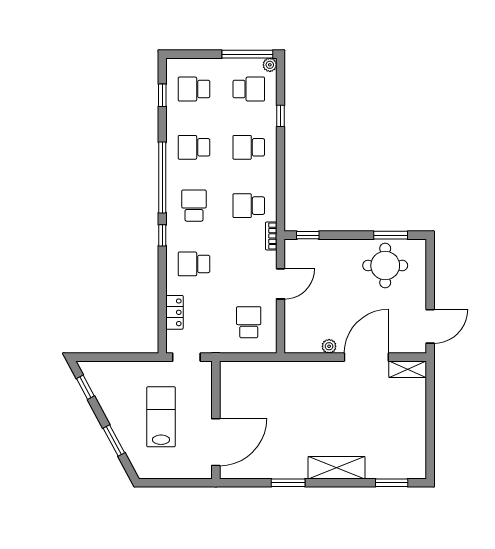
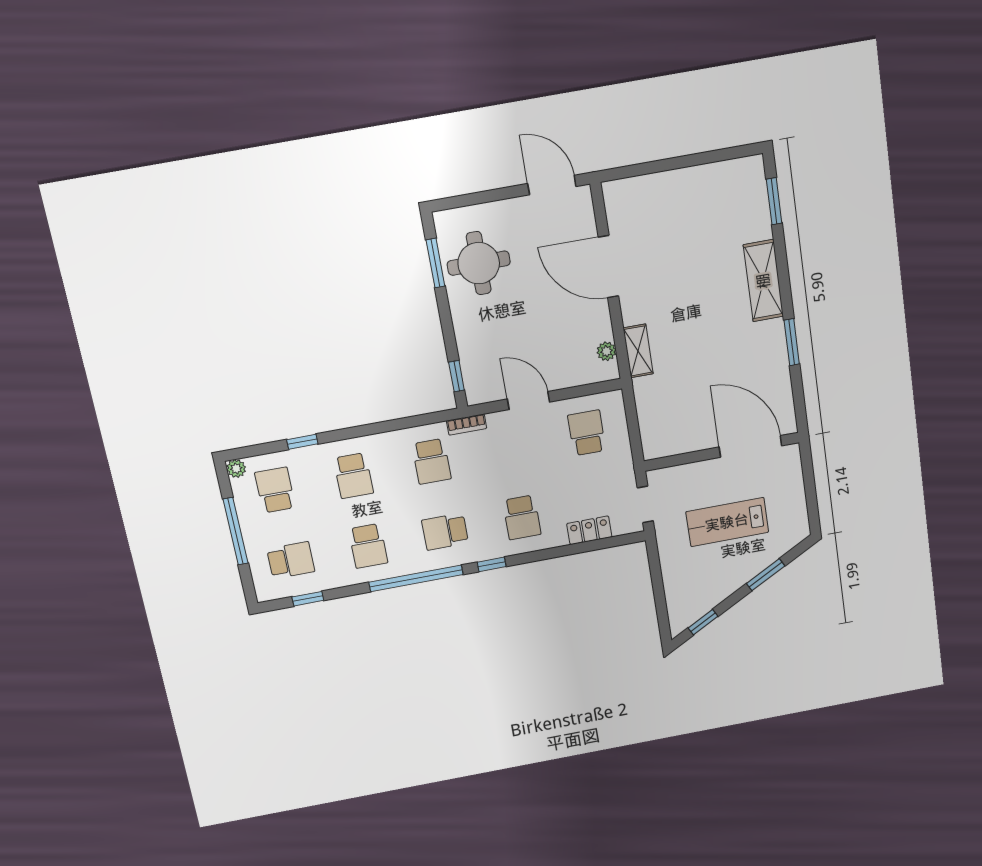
window: (247, 54) -> (236, 531), moved
school desk: (194, 89) -> (291, 560), turned -90
school desk: (249, 322) -> (587, 433), turned 90
plant: (329, 346) -> (606, 351), moved
shelving: (408, 369) -> (638, 351), moved

